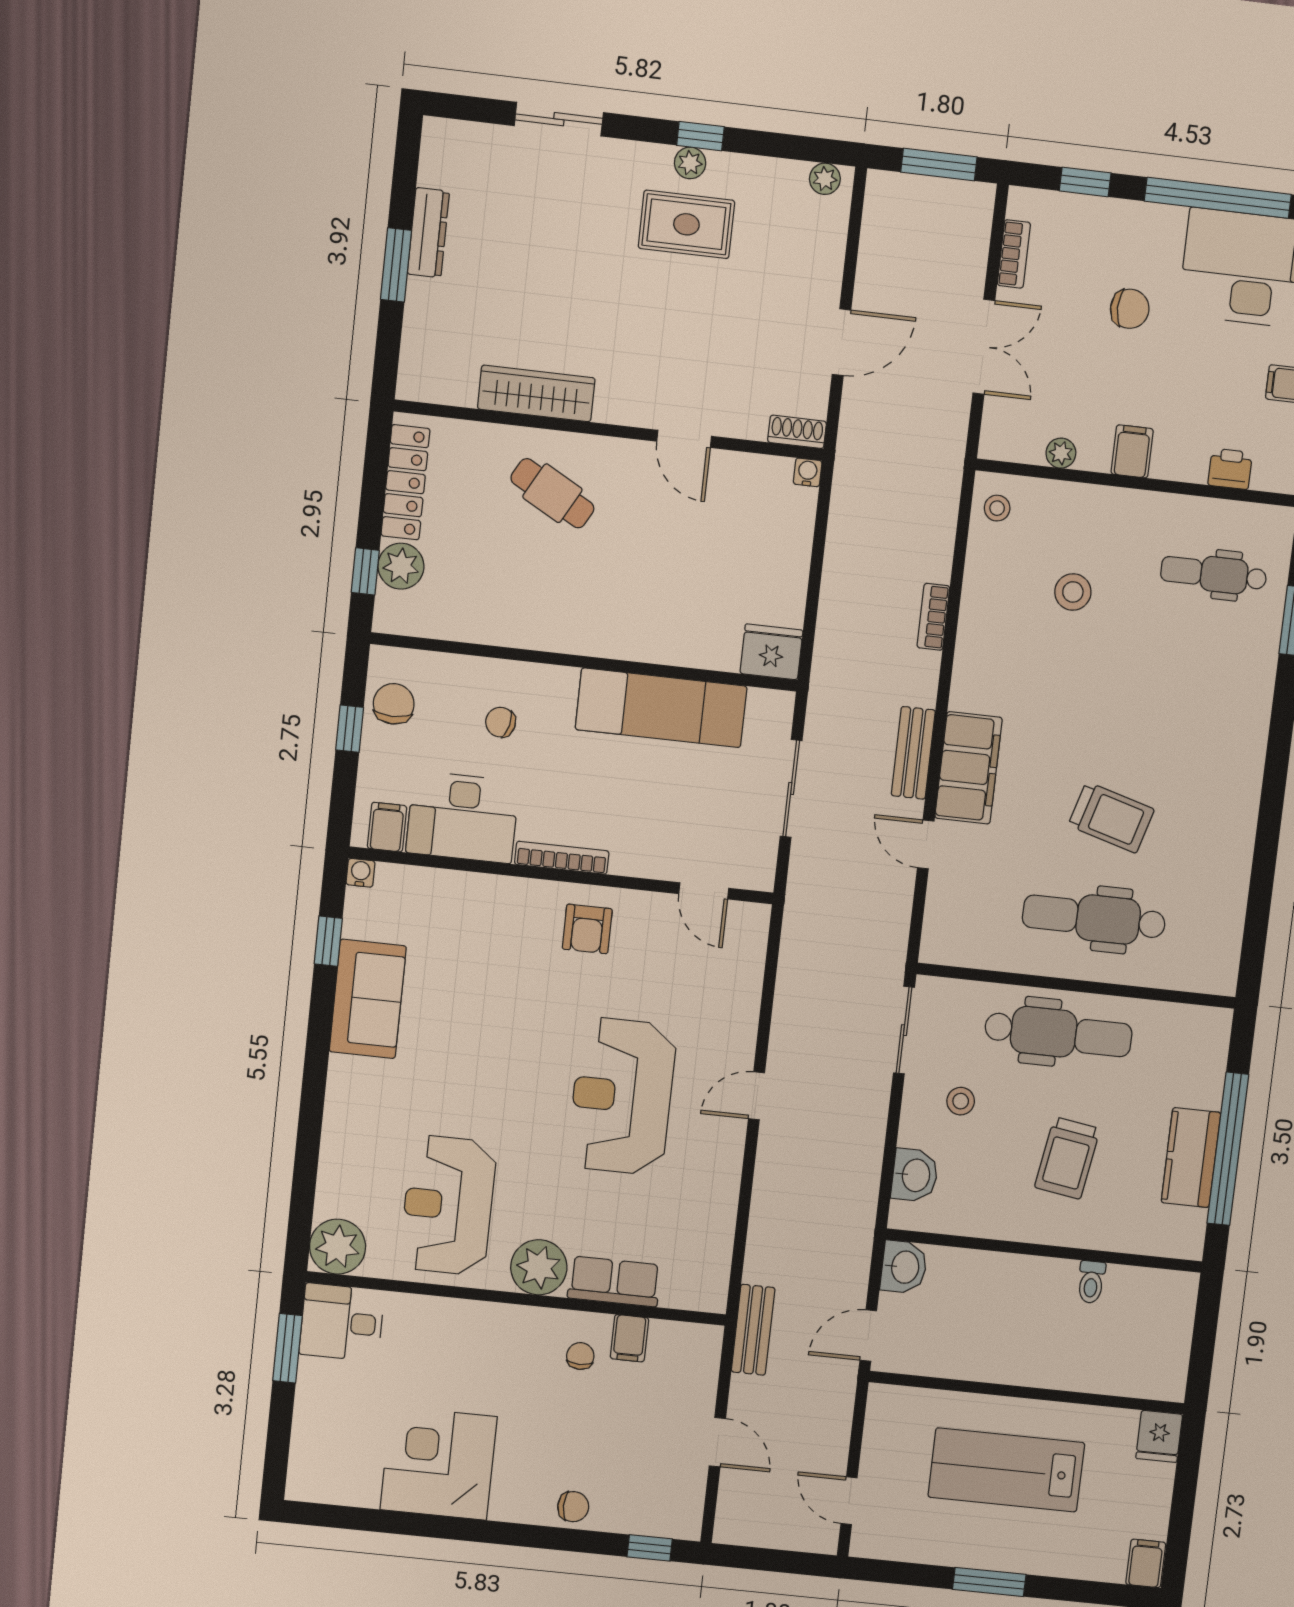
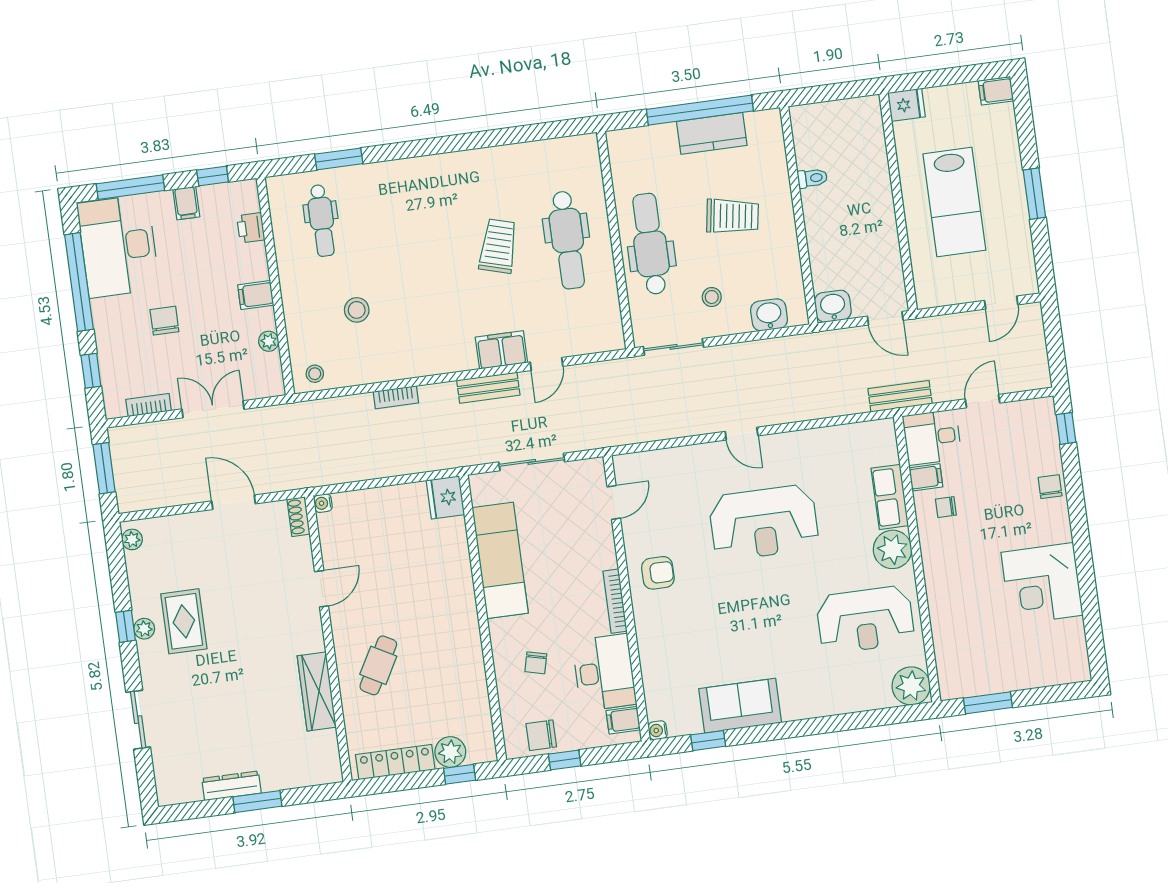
filing cabinet: (969, 768) -> (501, 350), width x0.67, depth x0.86
desk: (342, 1322) -> (932, 437), moved, turned 90

